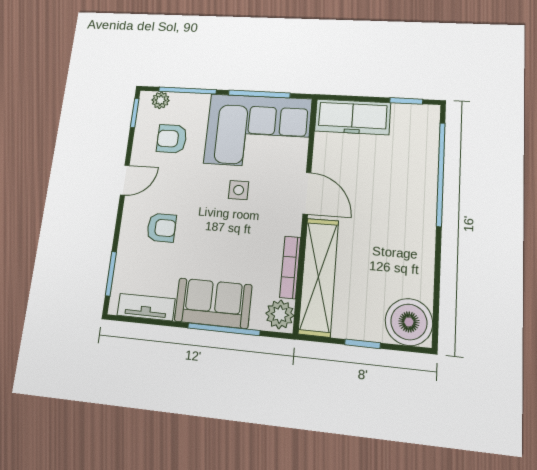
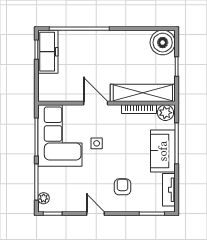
freezer: (353, 117) -> (48, 52), moved
armchair: (172, 139) -> (68, 188), removed
door: (307, 193) -> (96, 103), hinge flipped

